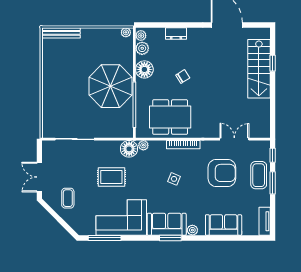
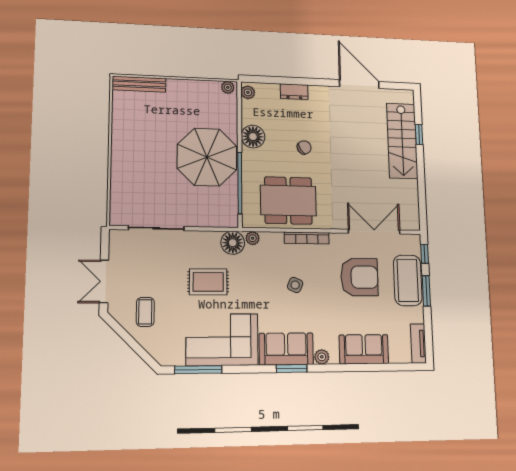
plant: (142, 48) -> (250, 109), removed
double door: (234, 139) -> (374, 232), width x1.37
coffee table: (259, 175) -> (408, 280), width x1.36, depth x1.32

